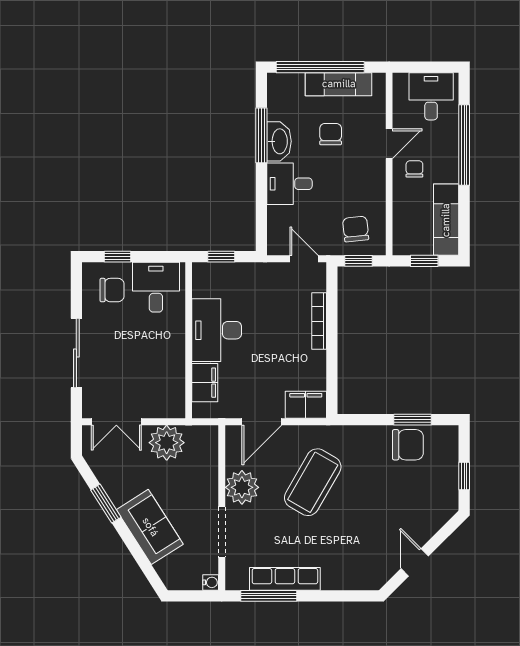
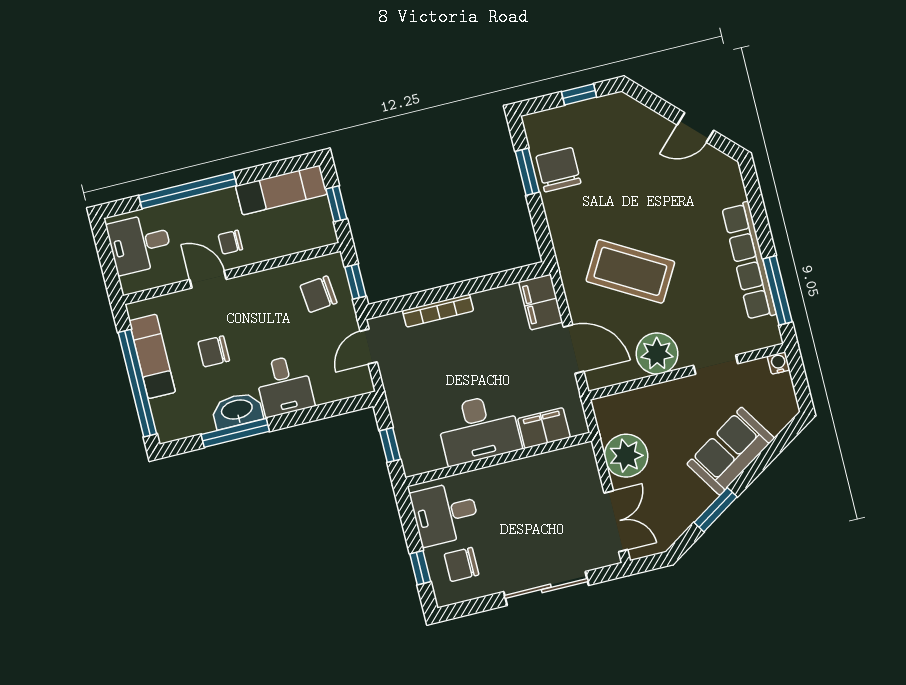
chair: (112, 290) -> (461, 564), turned -90
doorway: (222, 532) -> (716, 365), width x0.73
row of seats: (285, 579) -> (749, 261), width x1.36

